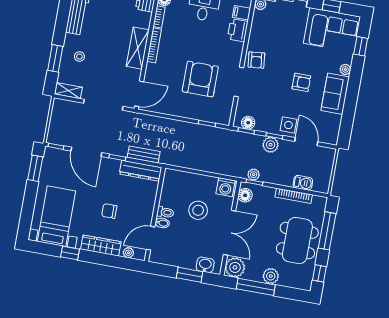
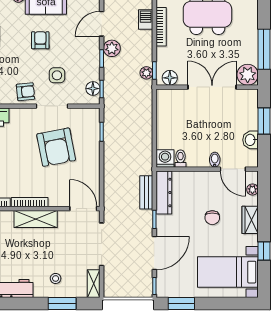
armchair: (200, 79) -> (56, 147), turned -101
side table: (288, 125) -> (57, 75), moved
plant: (271, 145) -> (112, 48), moved
washing machine: (226, 187) -> (165, 158), moved, turned -90
stool: (198, 210) -> (195, 124), removed
toilet: (165, 212) -> (180, 159), moved
wardrobe: (101, 246) -> (250, 220), width x0.67
washbasin: (205, 265) -> (250, 140), moved
plant: (271, 276) -> (250, 36), removed

